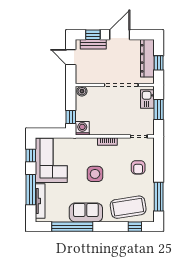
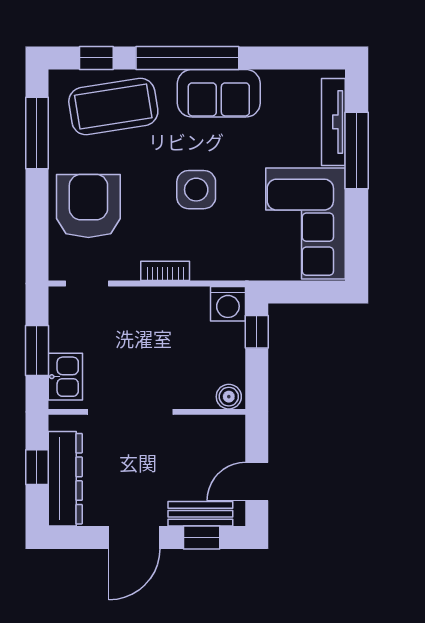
door: (71, 57) -> (257, 482), swing flipped
window: (31, 155) -> (357, 236), removed
armchair: (138, 167) -> (88, 206), width x1.88, depth x1.88
window: (72, 227) -> (187, 58), moved

